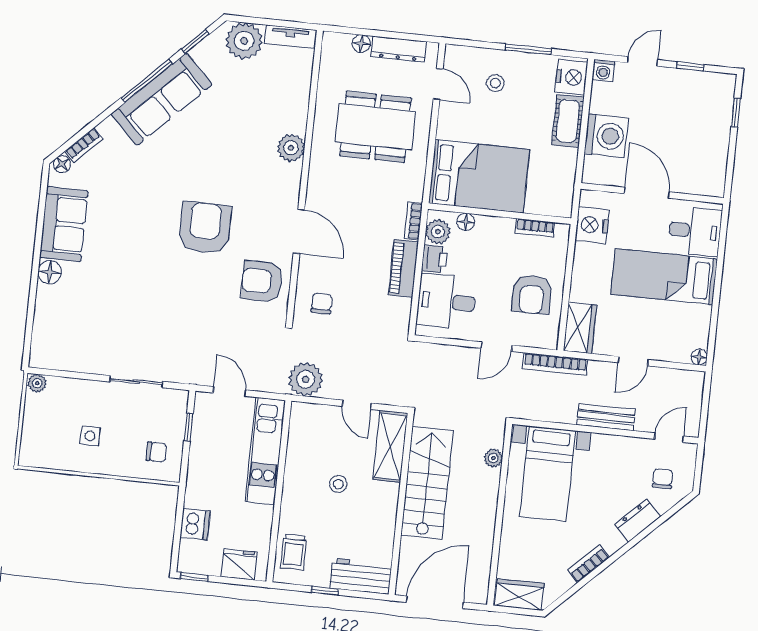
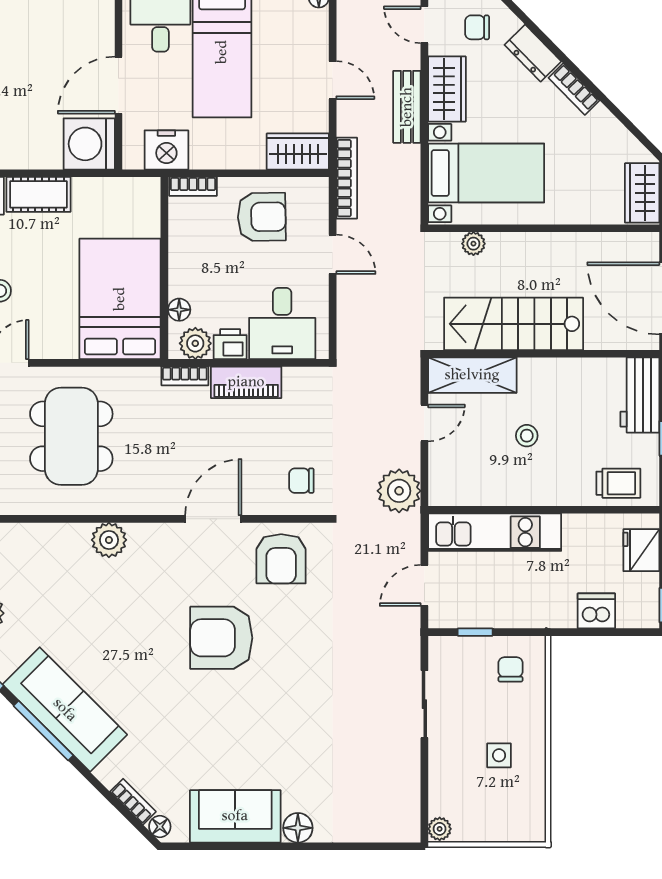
washing machine: (606, 136) -> (89, 144), moved, turned -90
bookcase: (535, 228) -> (193, 186), moved, turned 90
wardrobe: (617, 450) -> (447, 89), added
bookcase: (589, 564) -> (574, 89), moved

